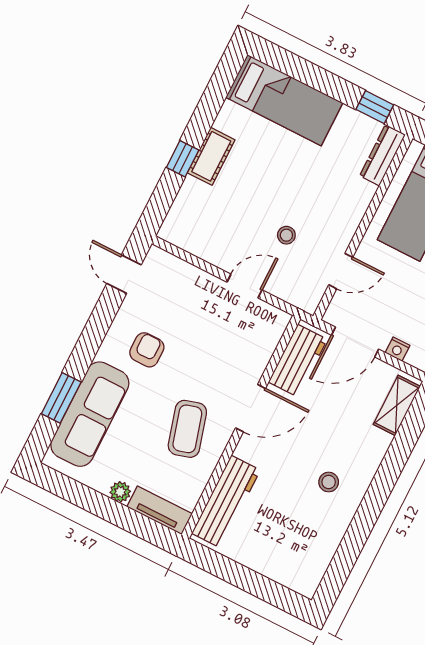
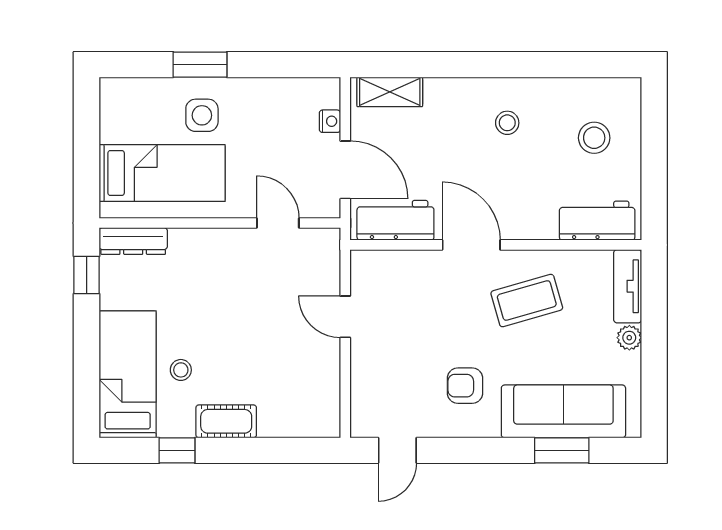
window: (183, 159) -> (177, 450), moved
stool: (286, 235) -> (181, 370), moved
workbench: (226, 502) -> (597, 221), width x0.73
stool: (284, 542) -> (594, 138), added

